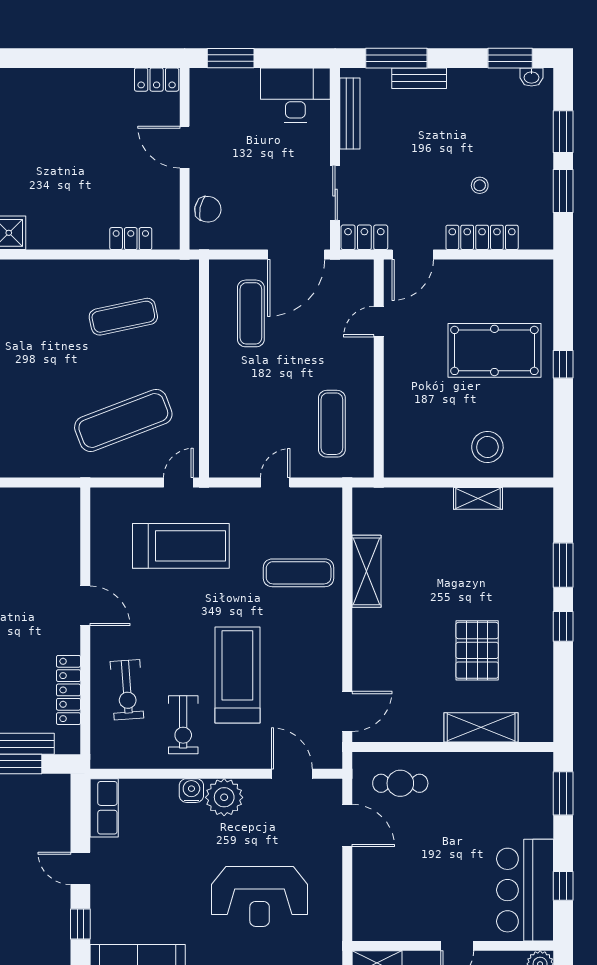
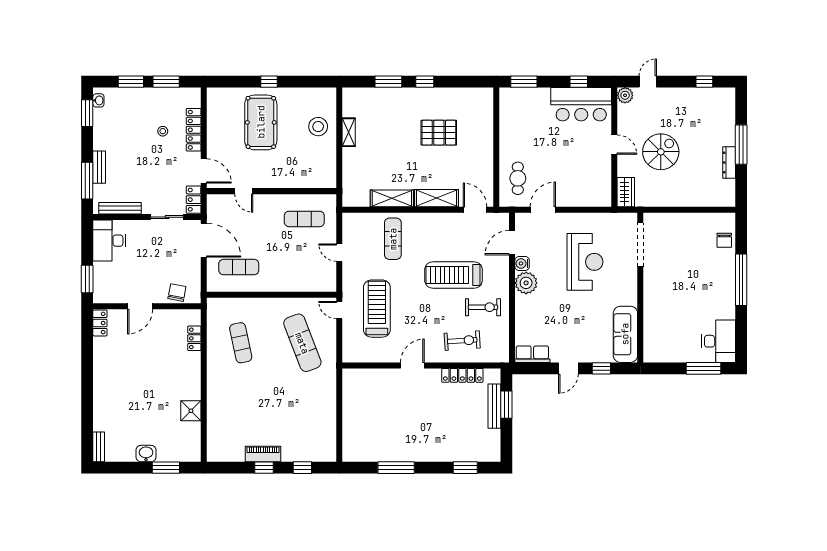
shelving: (481, 727) -> (436, 198), moved, turned 90
water cooler: (191, 791) -> (522, 263), moved

